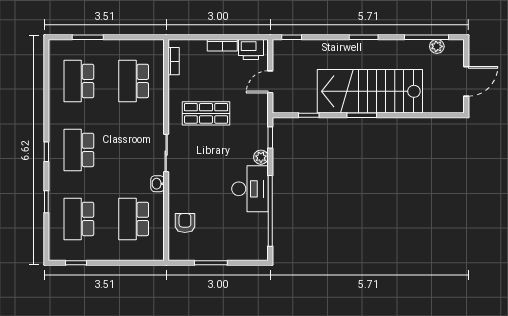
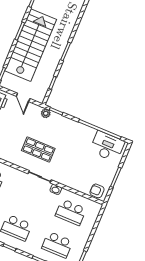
stairs: (370, 91) -> (31, 45), moved, turned 180
shop shelf: (206, 113) -> (38, 150), moved, turned 90
plant: (261, 157) -> (46, 113), moved
desk: (250, 189) -> (107, 146), moved
armchair: (185, 223) -> (97, 191), moved

